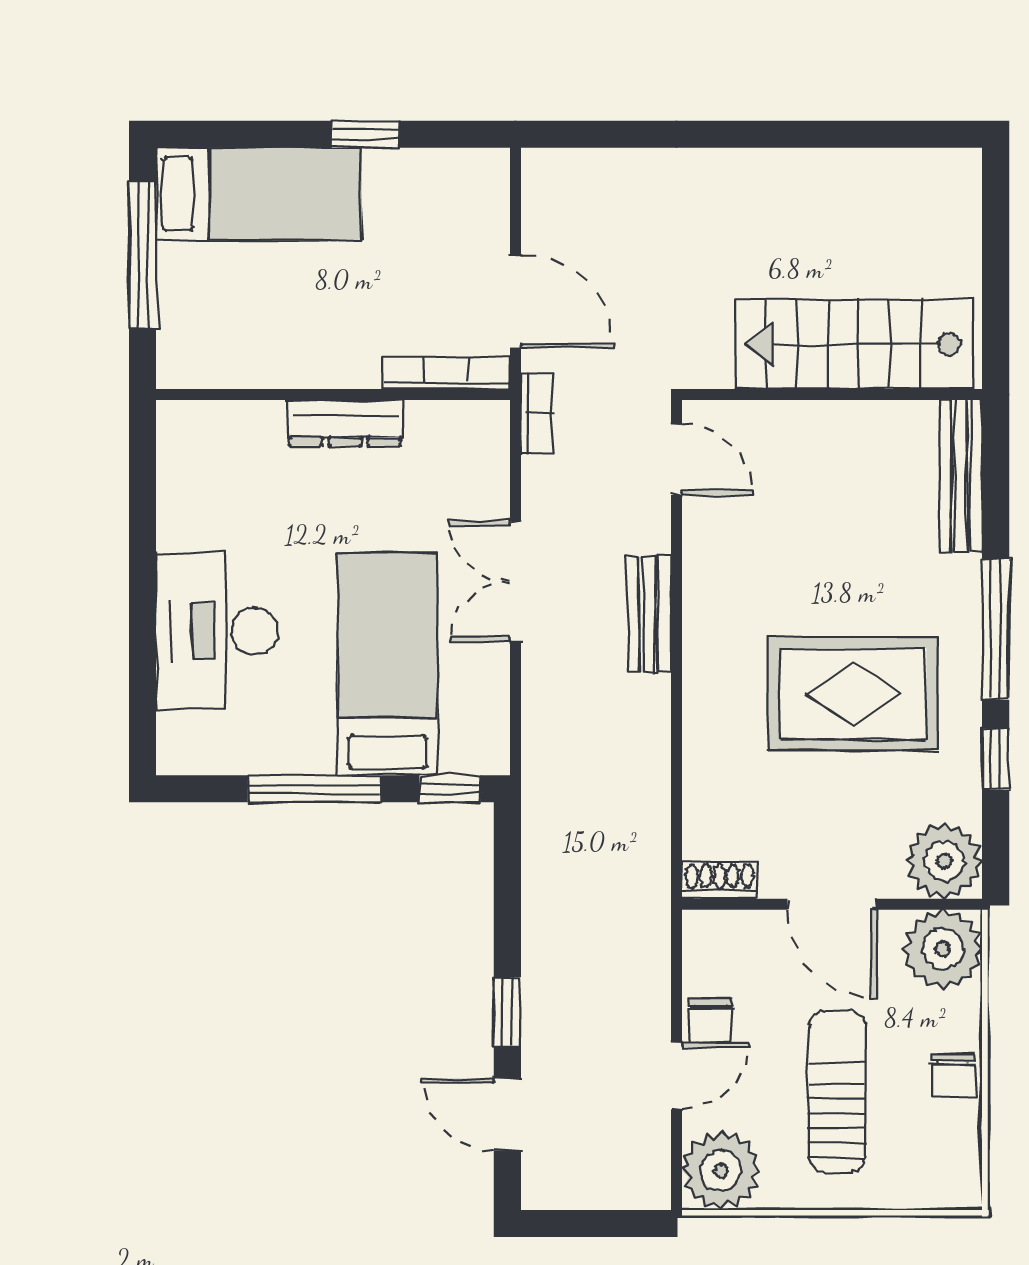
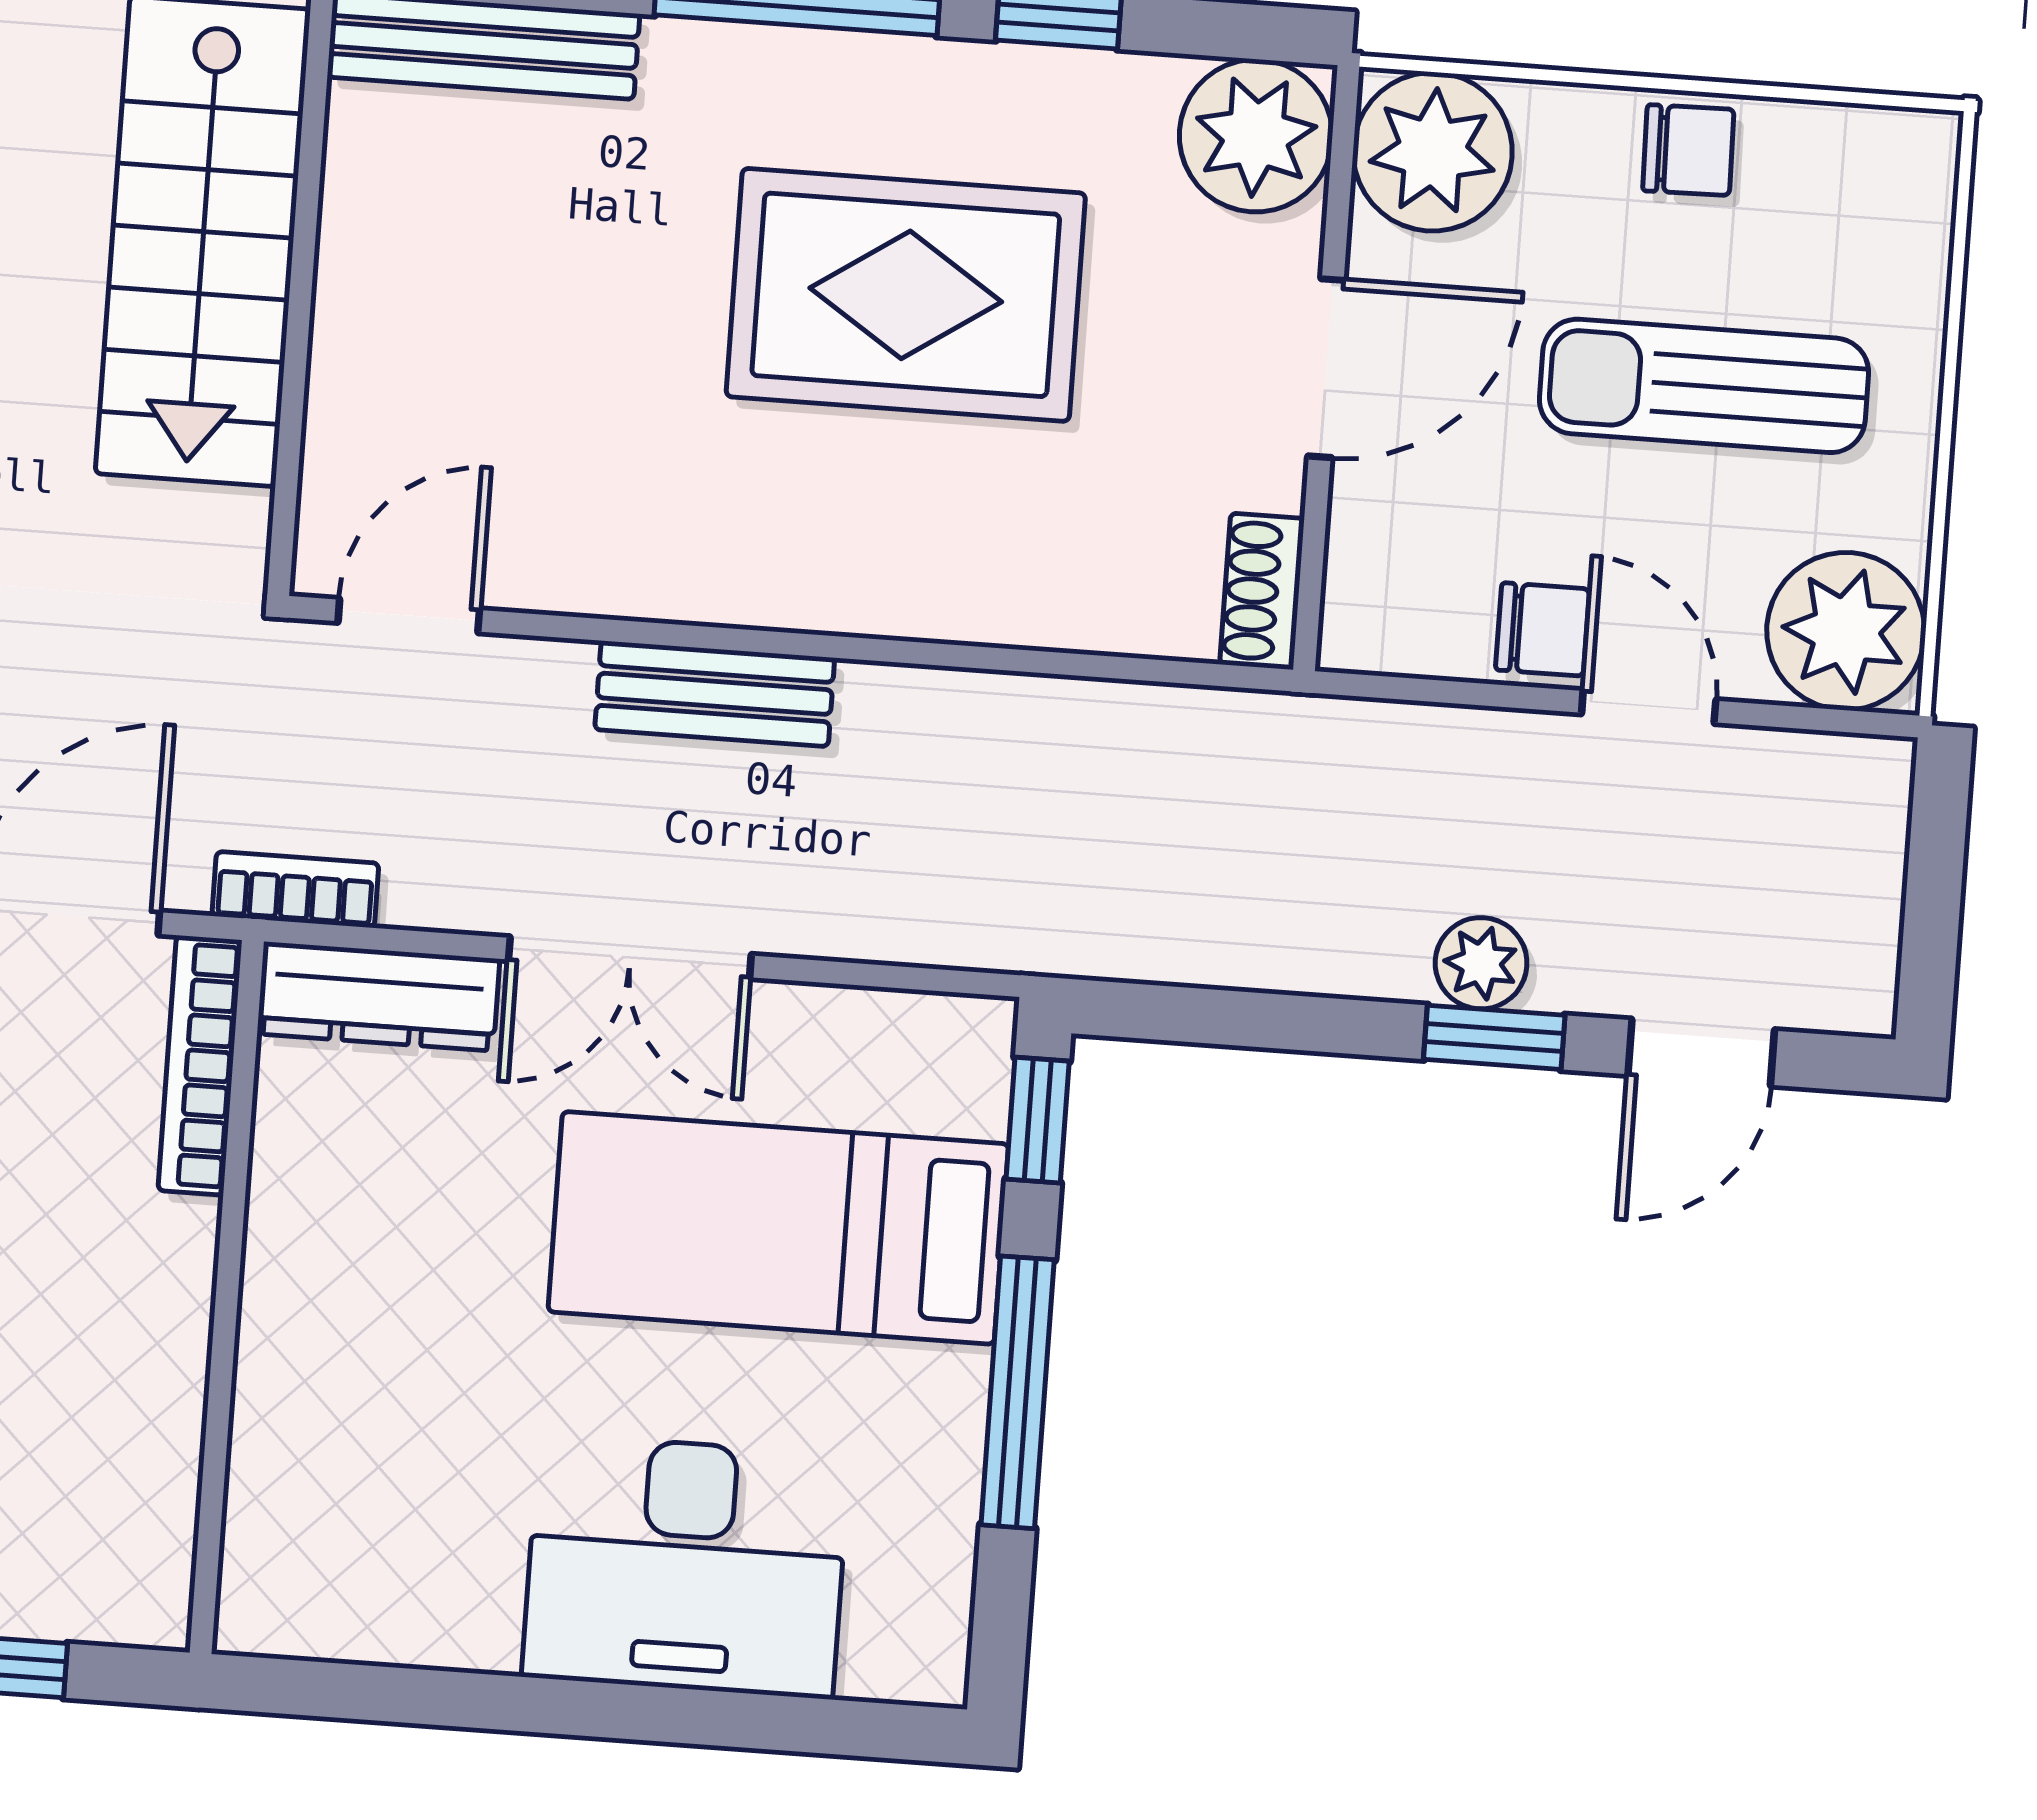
dresser: (345, 423) -> (378, 996), moved, turned 90
rug: (853, 694) -> (906, 295), turned 90
plant: (544, 1002) -> (1481, 963), added

